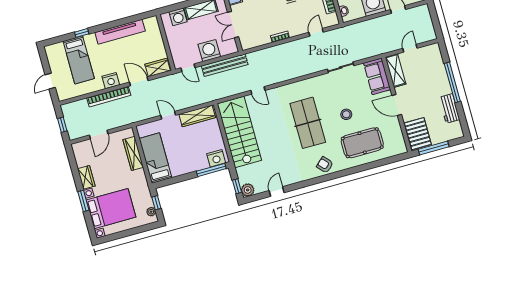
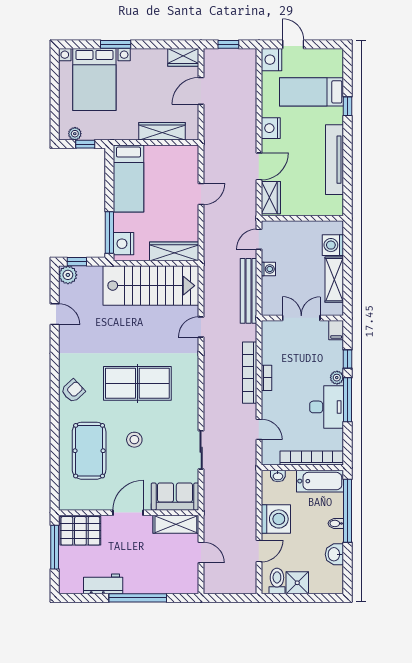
washing machine: (209, 51) -> (268, 269), width x0.53, depth x0.53
nightstand: (64, 93) -> (271, 60), added
bookcase: (109, 97) -> (250, 373), moved
wardrobe: (197, 116) -> (174, 251), moved, turned 90
door: (99, 135) -> (201, 91), hinge flipped
bed: (155, 158) -> (128, 179), moved, turned 90
wardrobe: (86, 177) -> (183, 57), moved

